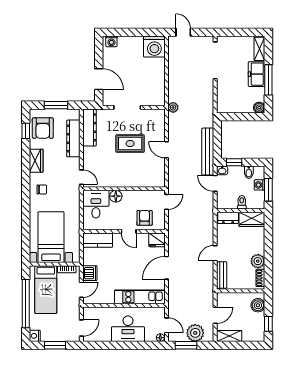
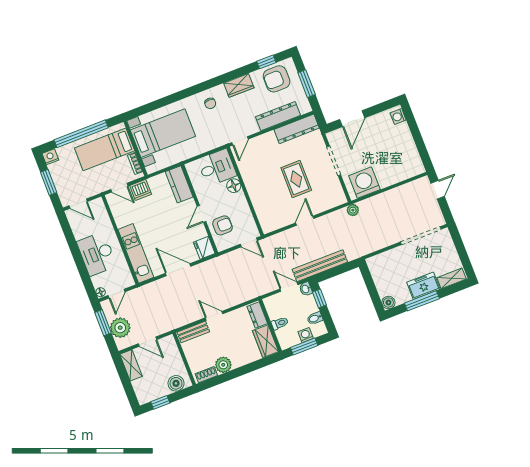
washing machine: (154, 47) -> (364, 183), moved, turned 90
door: (215, 183) -> (289, 287), hinge flipped

